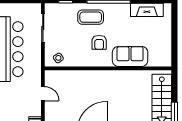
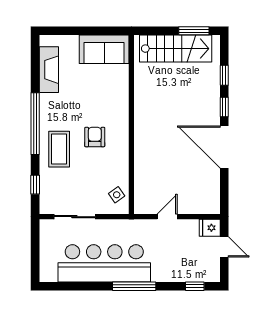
armchair: (99, 42) -> (95, 137), turned -90
sofa: (130, 56) -> (104, 49), moved, turned -90

